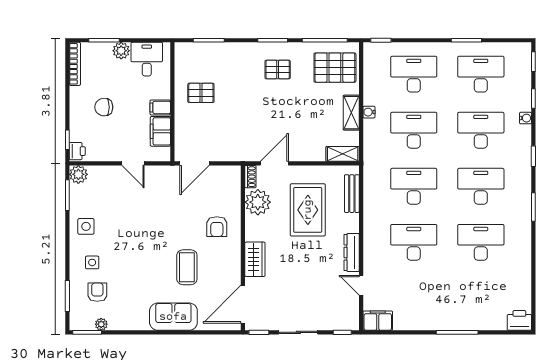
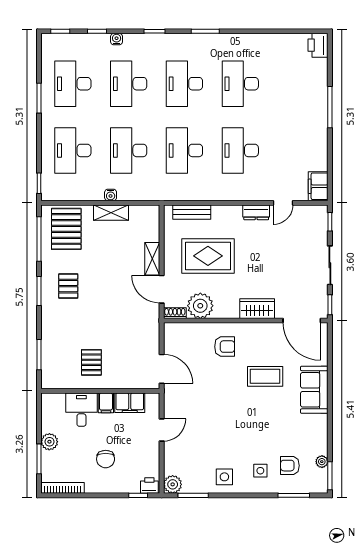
desk: (147, 59) -> (81, 410), moved, turned 90
shelving: (343, 154) -> (152, 259), moved
dresser: (352, 252) -> (256, 212), width x0.70

